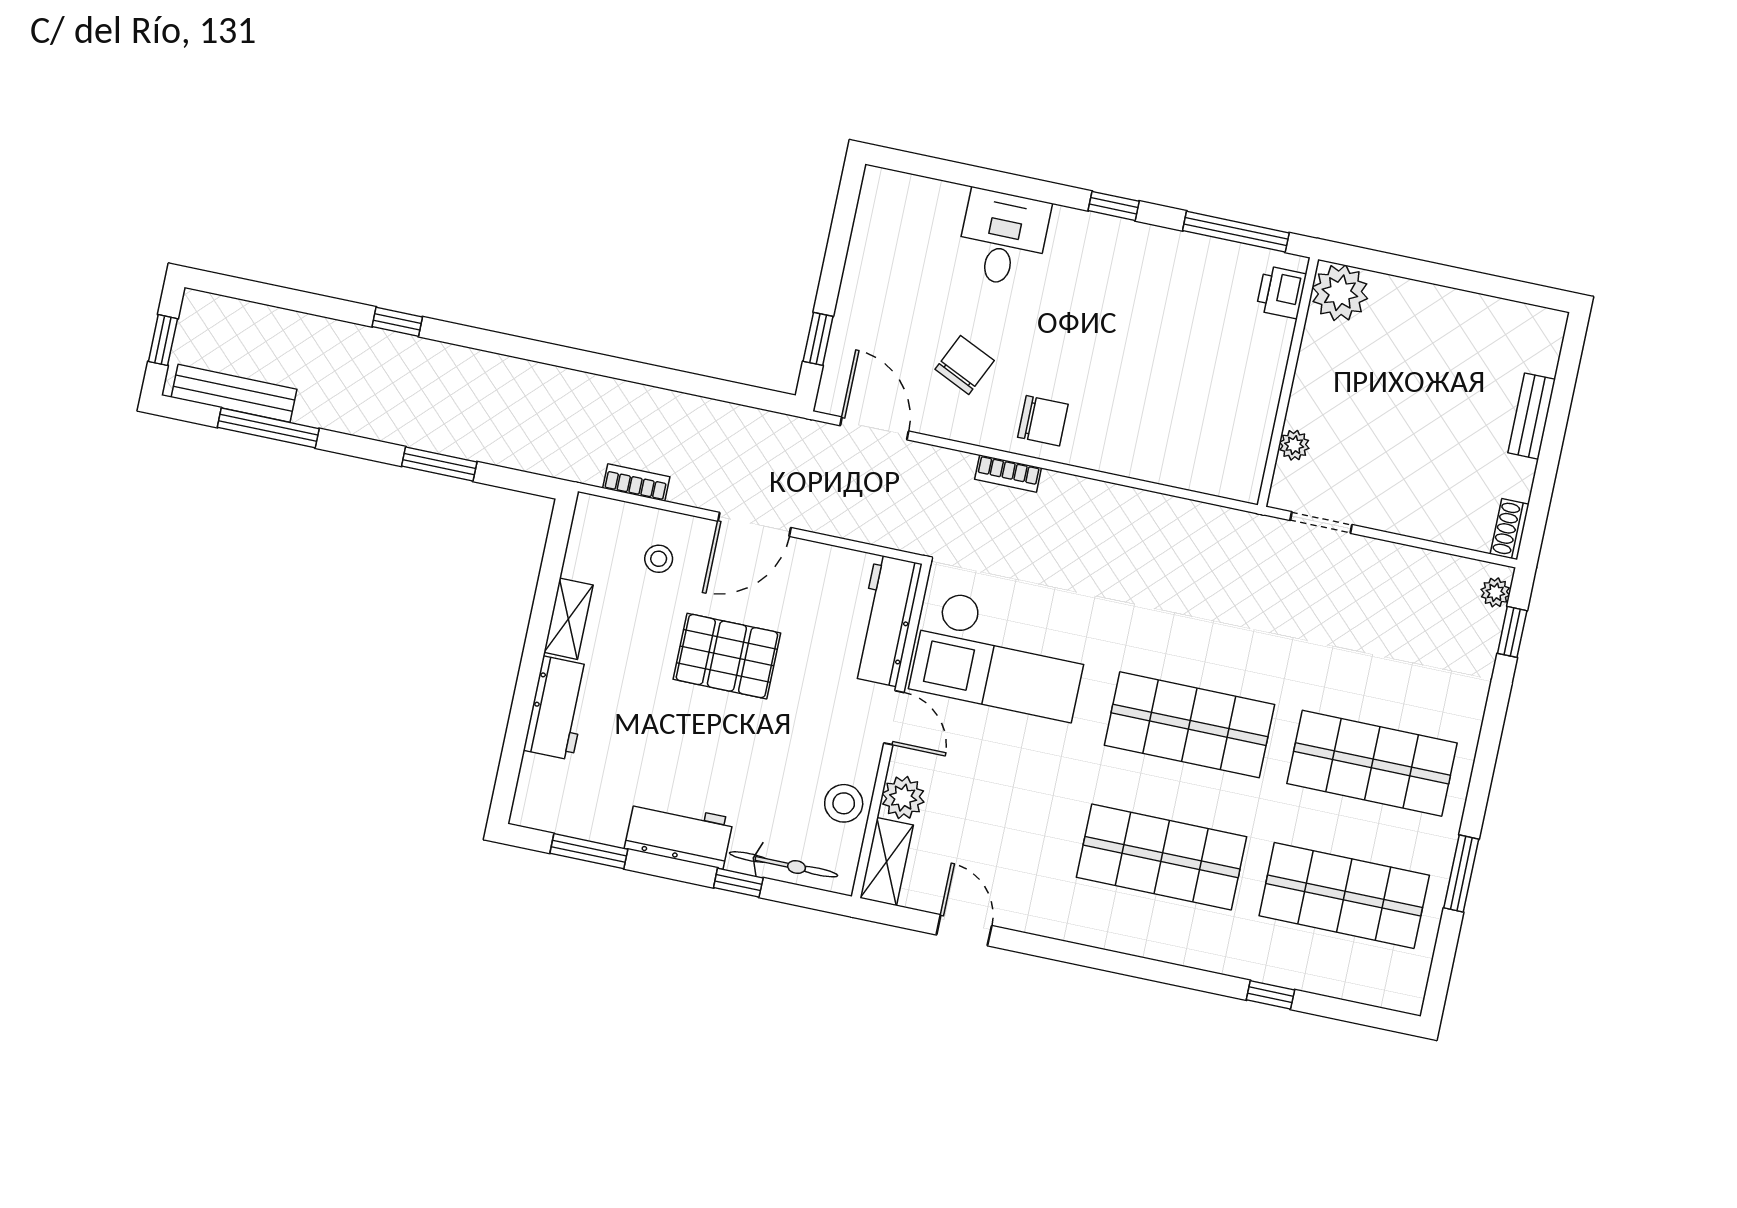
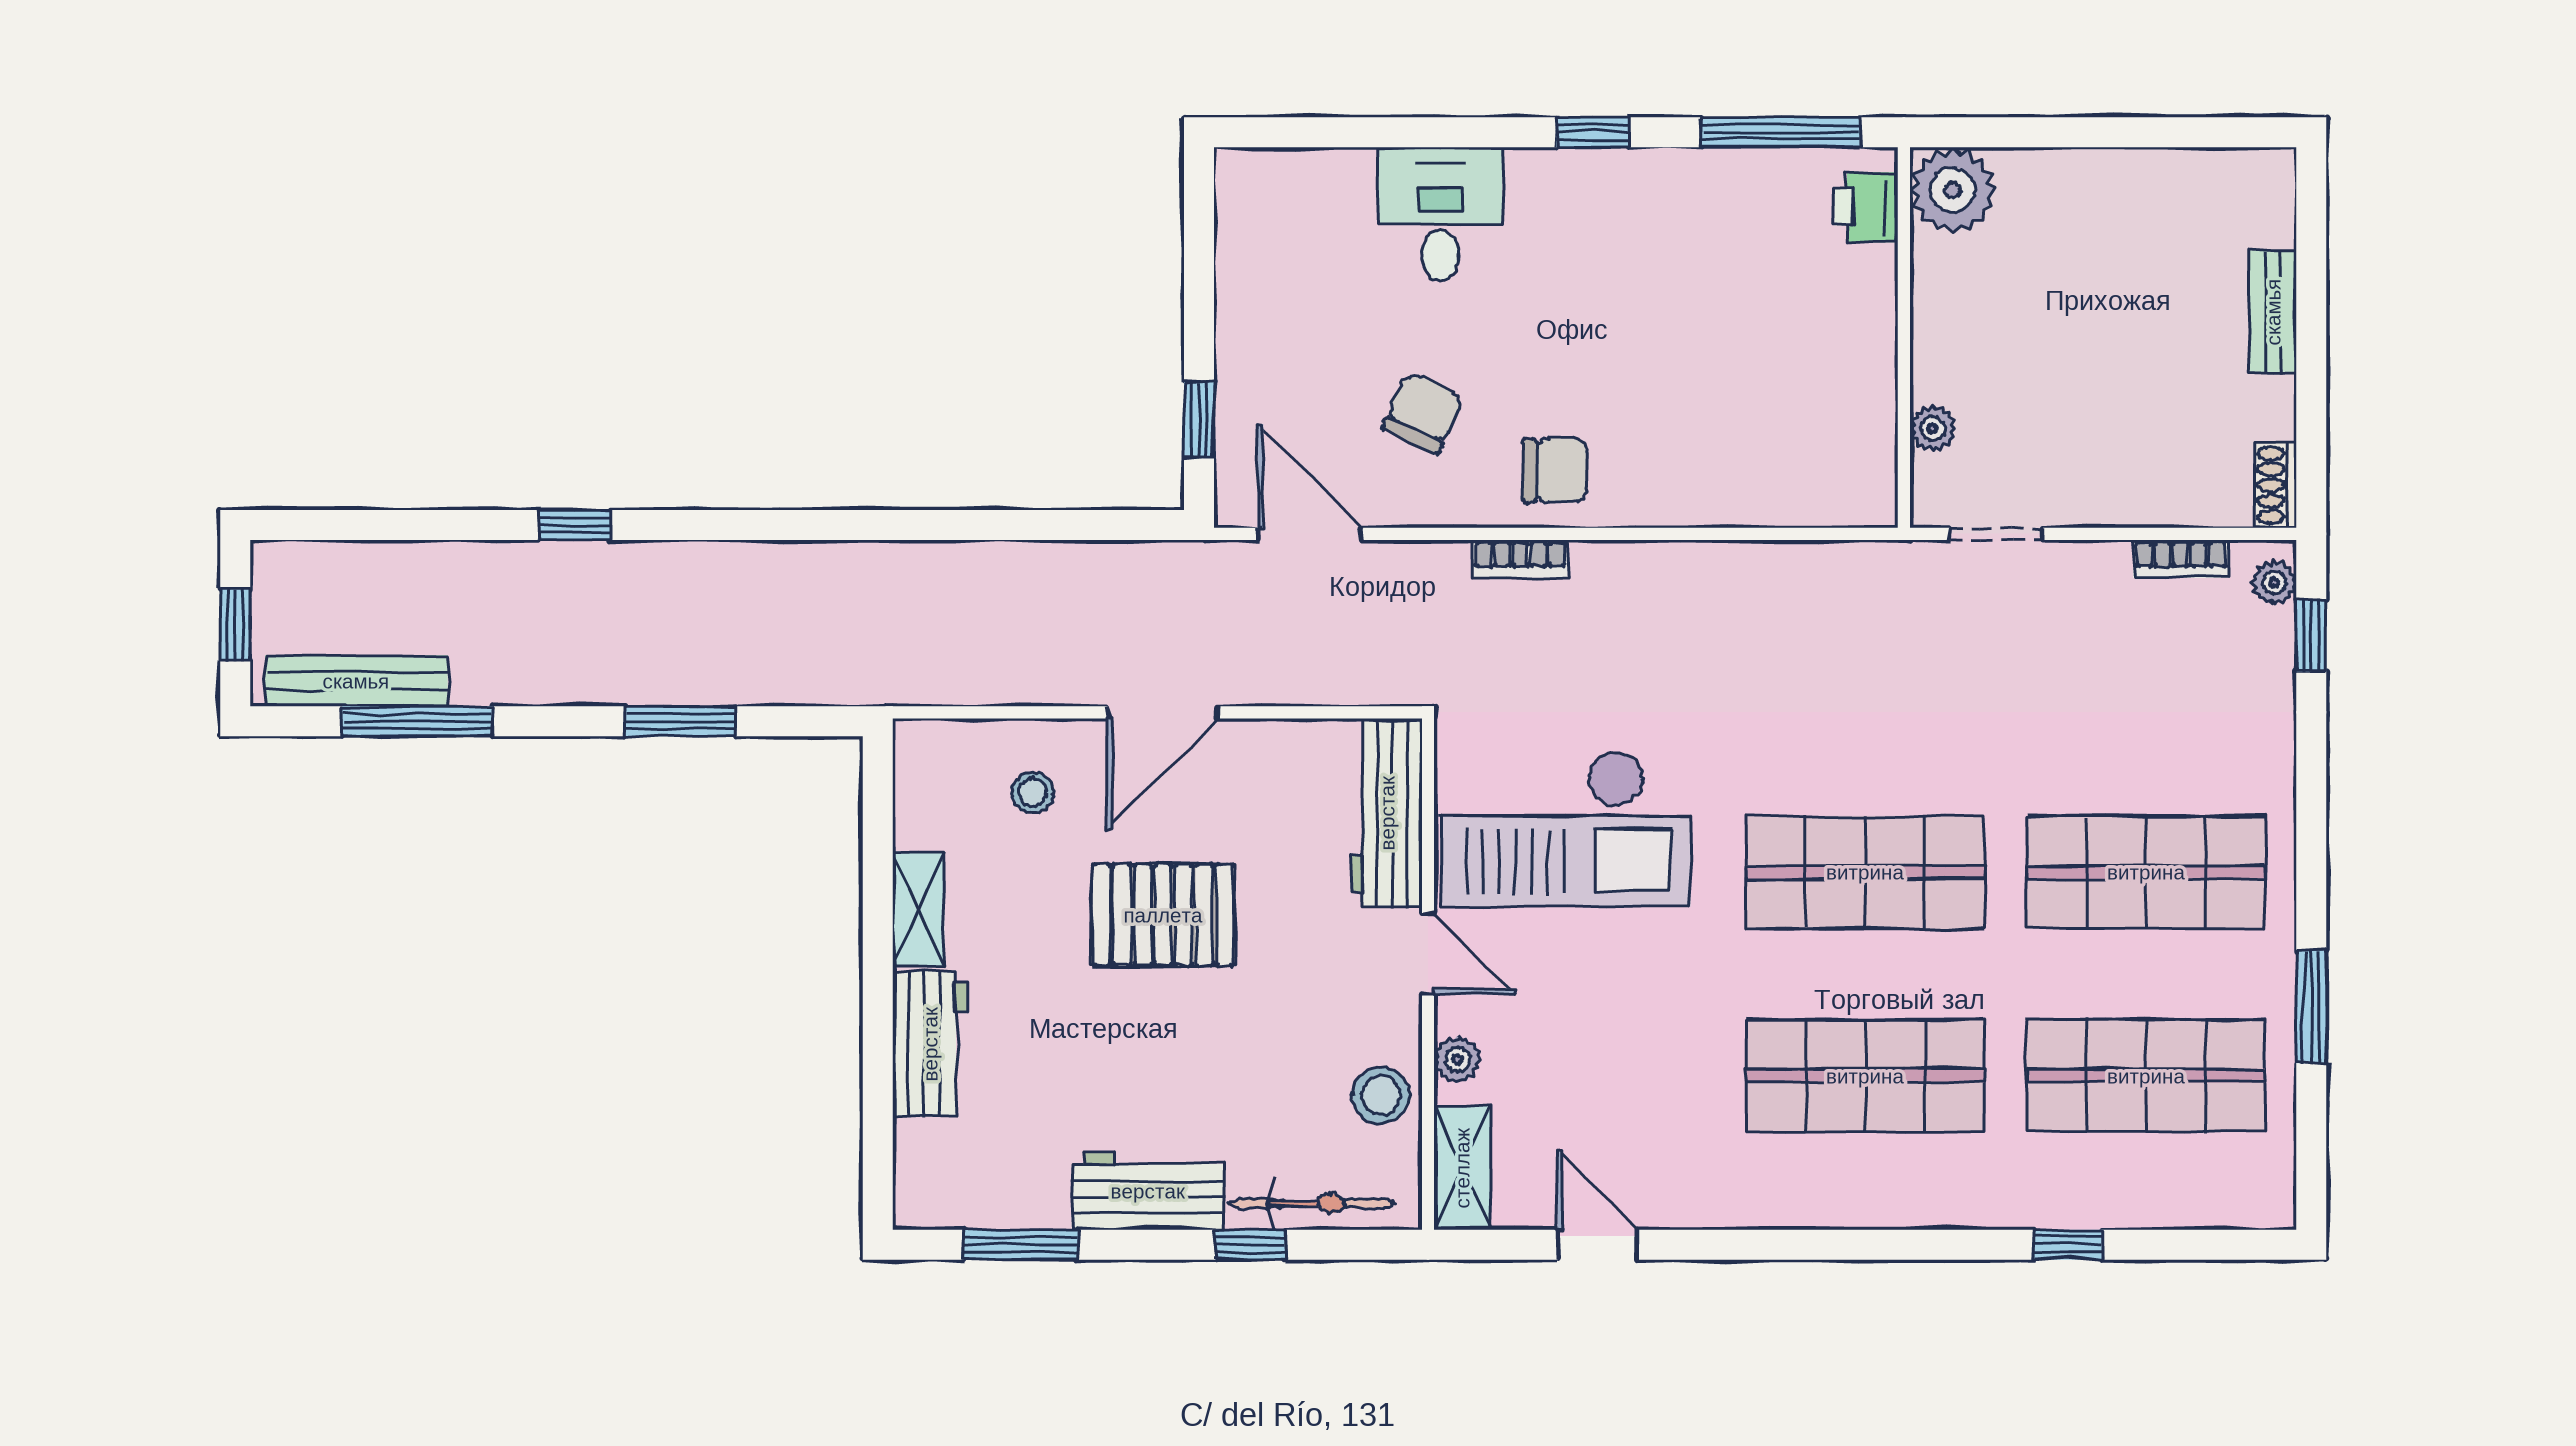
bookcase: (636, 482) -> (2181, 559), moved, turned 180
plant: (903, 798) -> (1457, 1059), width x0.73, depth x0.73

